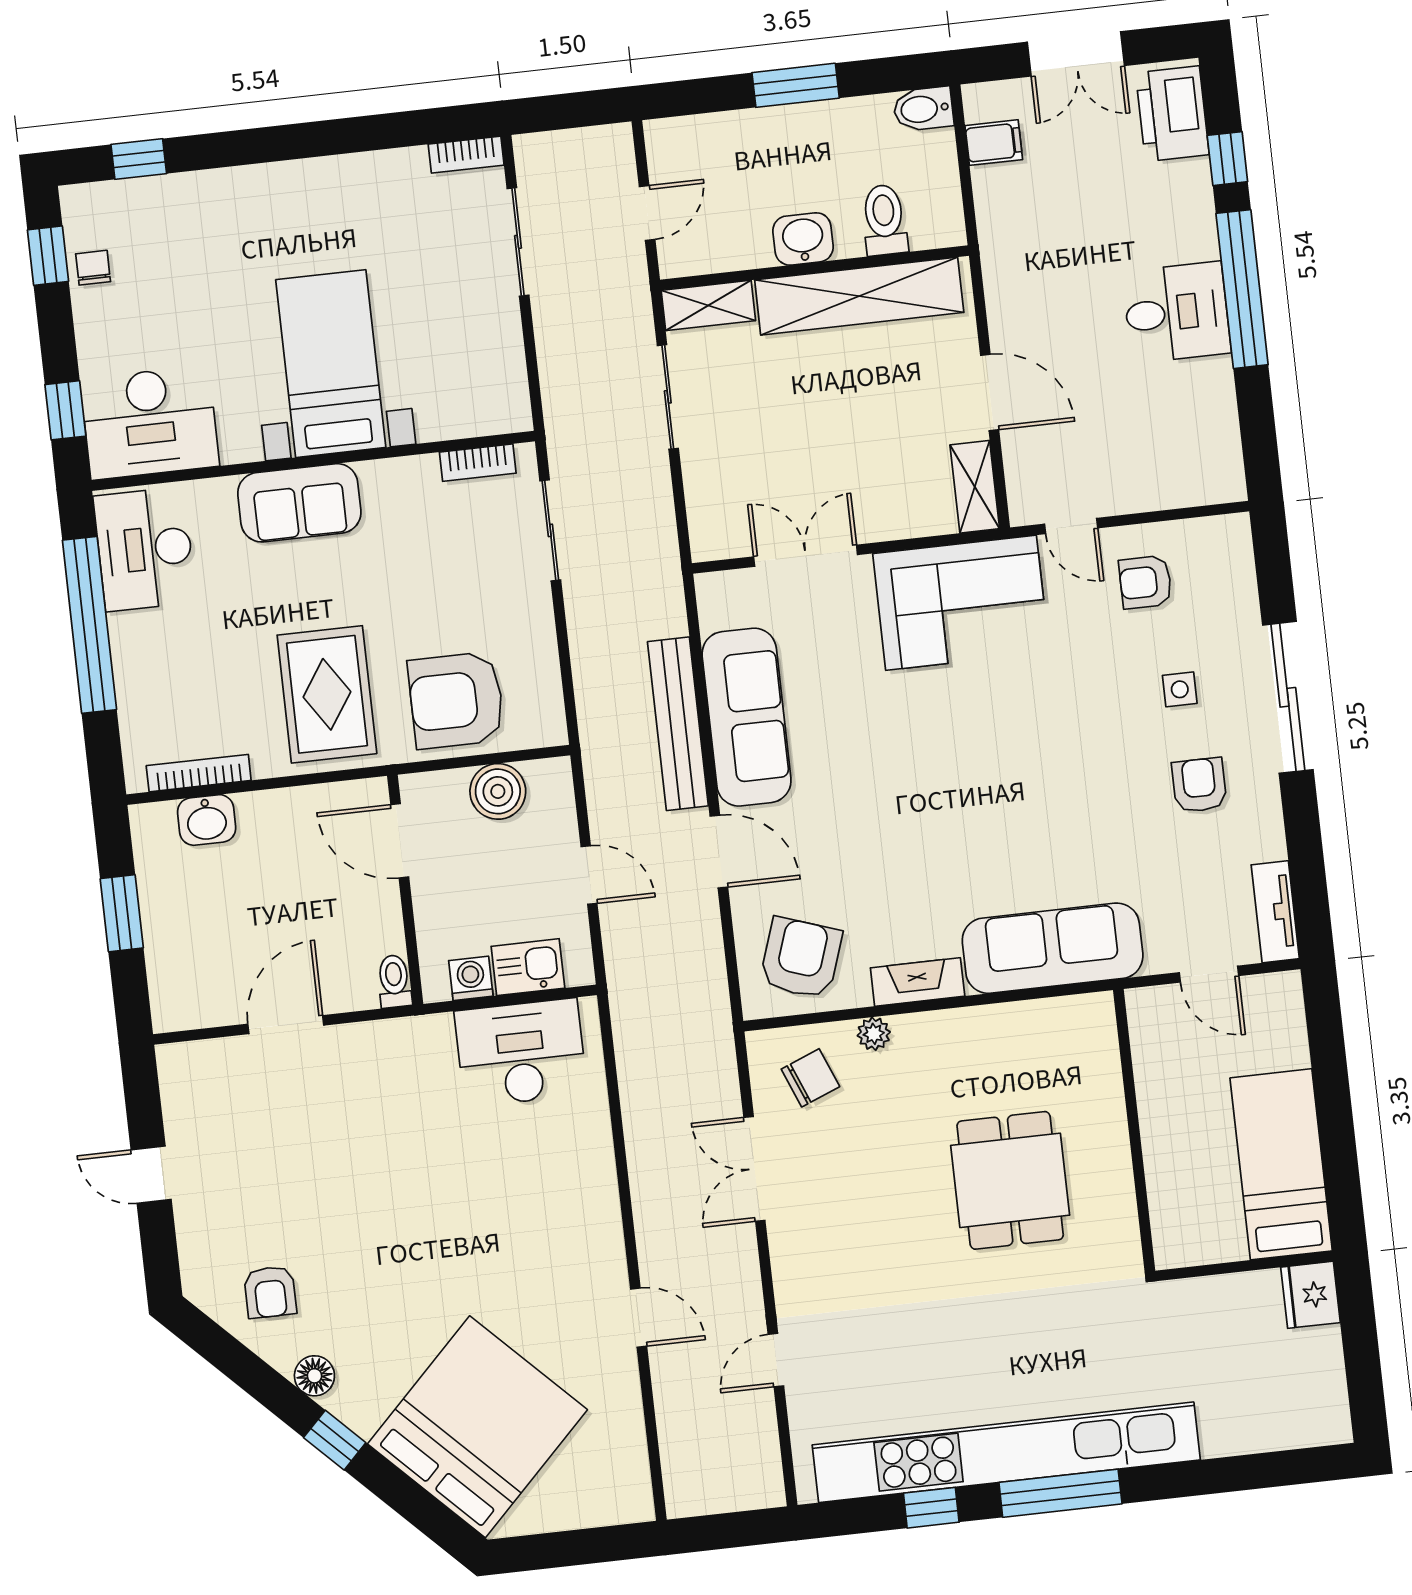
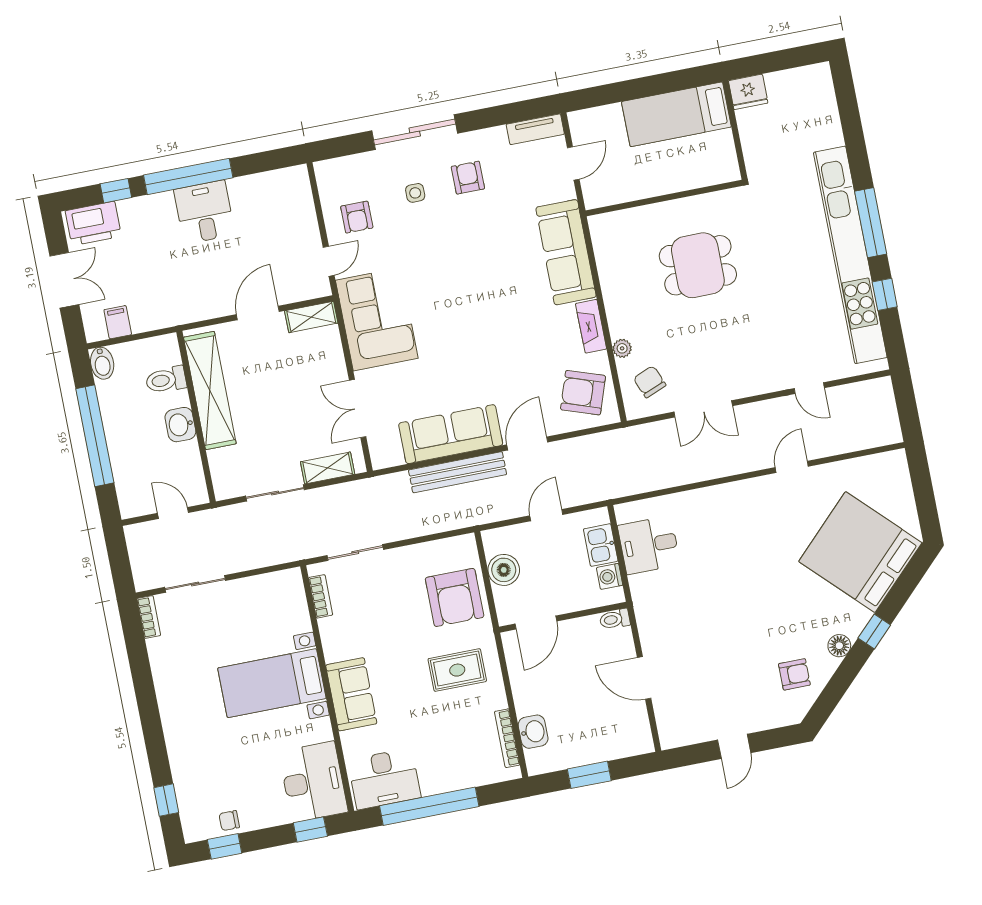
window: (796, 85) -> (95, 436), width x2.11
shelving: (708, 305) -> (328, 468), moved, turned 90
rug: (327, 694) -> (457, 670), width x0.73, depth x0.70
armchair: (1199, 785) -> (468, 178), turned 90
desk: (521, 1053) -> (649, 545), width x0.73

